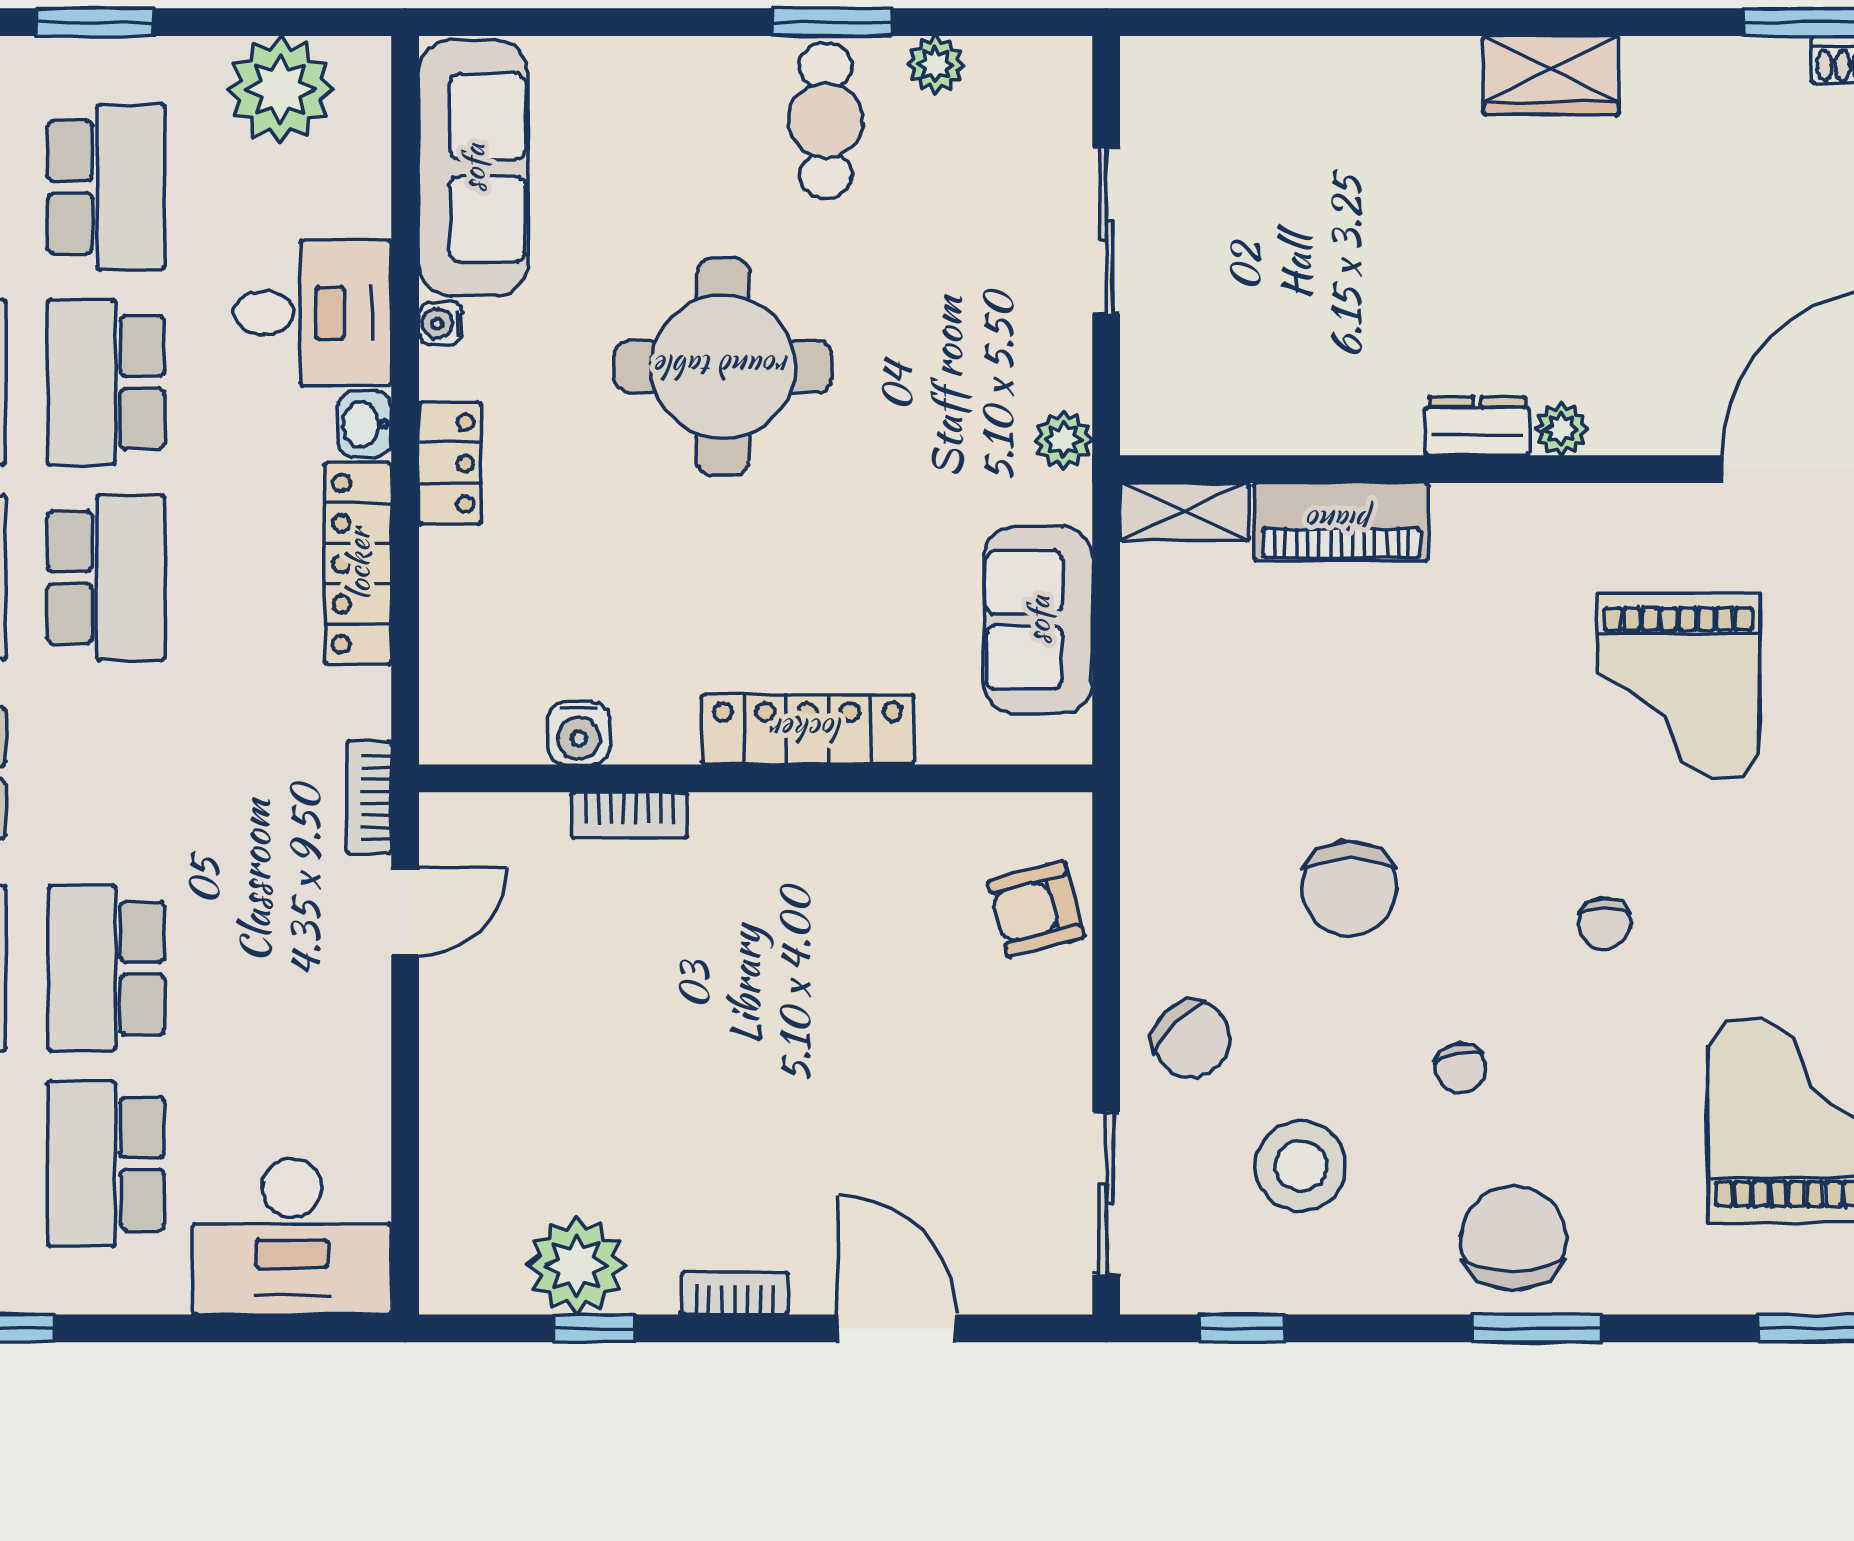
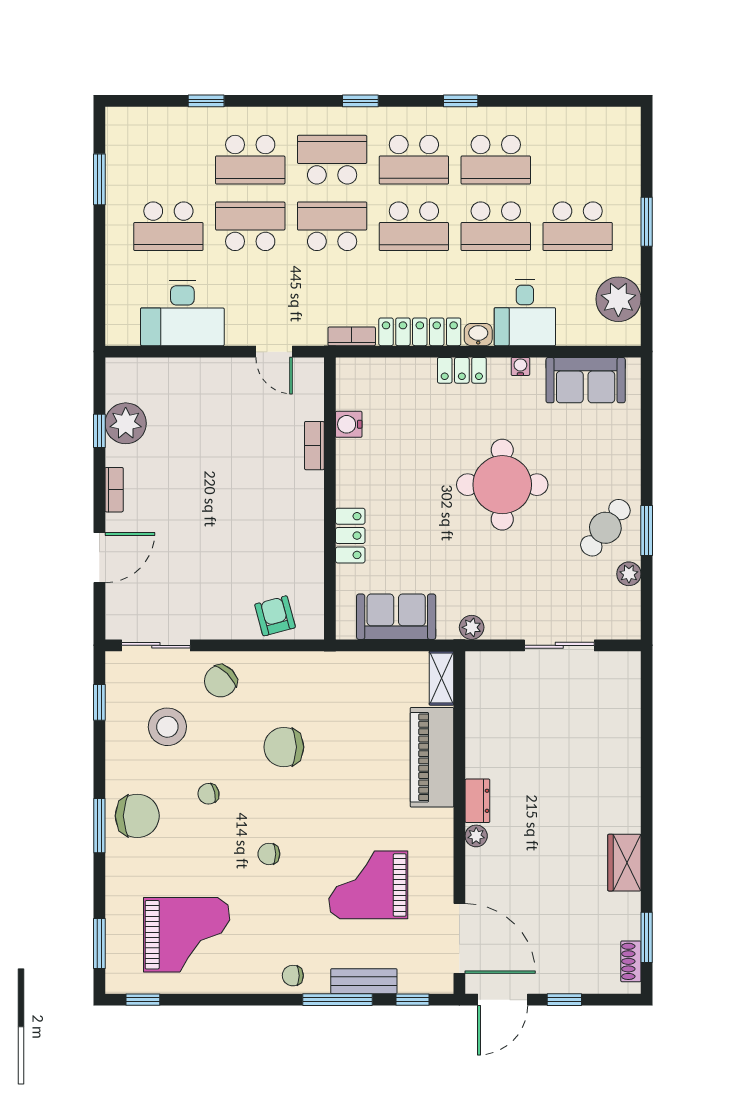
wardrobe: (1551, 75) -> (624, 863), moved
cafe table: (826, 121) -> (605, 528), turned -52
sofa: (473, 168) -> (586, 380), width x0.73
school desk: (106, 382) -> (496, 226), turned 180
piano: (1341, 522) -> (432, 757), width x1.37, depth x1.33
locker: (808, 730) -> (350, 536), width x0.66
school desk: (106, 773) -> (332, 226), added
bookcase: (369, 798) -> (352, 336), moved
school desk: (106, 1164) -> (168, 226), turned 180
desk: (292, 1236) -> (182, 313), moved, turned -90

